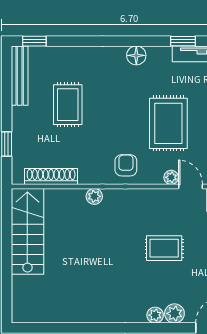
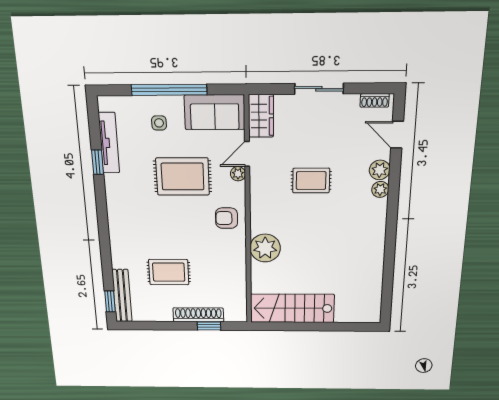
floor lamp: (136, 55) -> (116, 208), removed
bench: (20, 76) -> (122, 296), moved, turned 90
shoe rack: (51, 176) -> (198, 315), moved, turned 90
plant: (94, 196) -> (265, 248), width x1.87, depth x1.87
rug: (164, 248) -> (311, 181), turned 90

